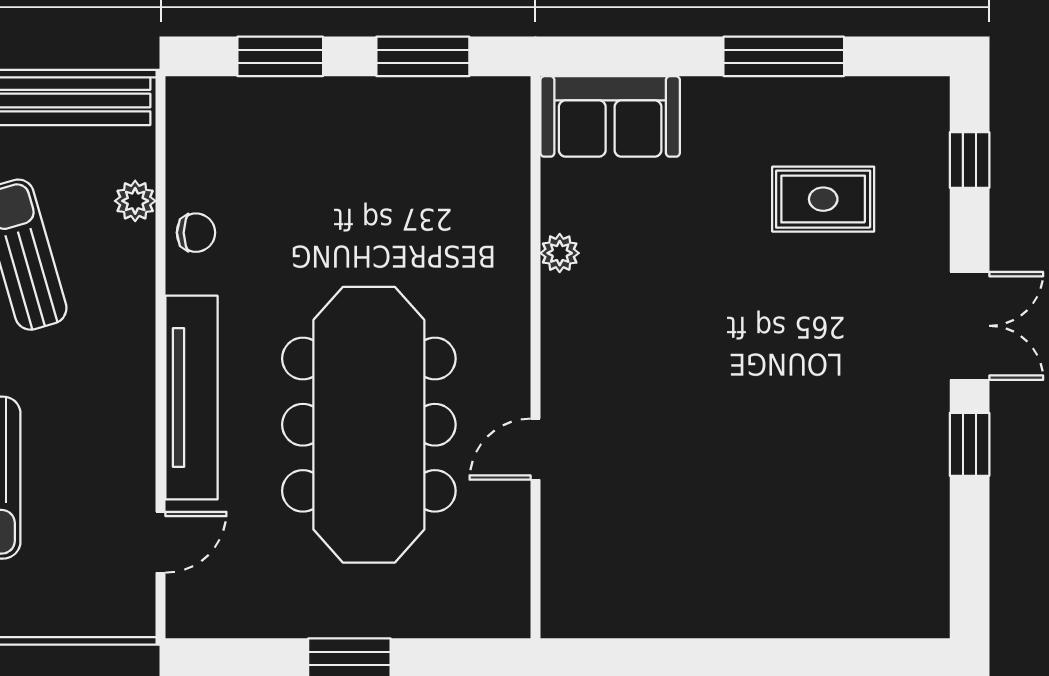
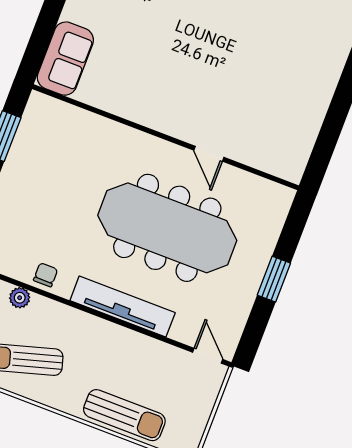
plant: (560, 253) -> (121, 107), removed
door: (161, 542) -> (208, 356), moved

